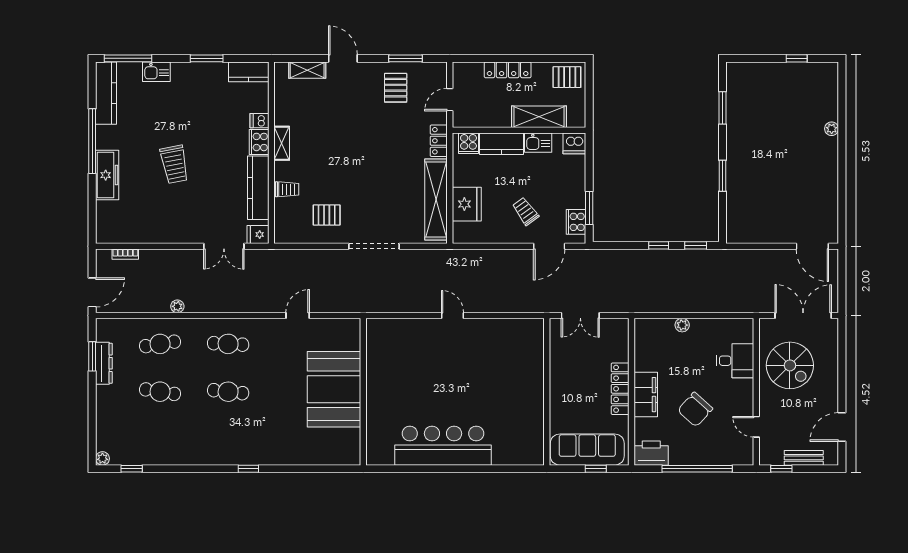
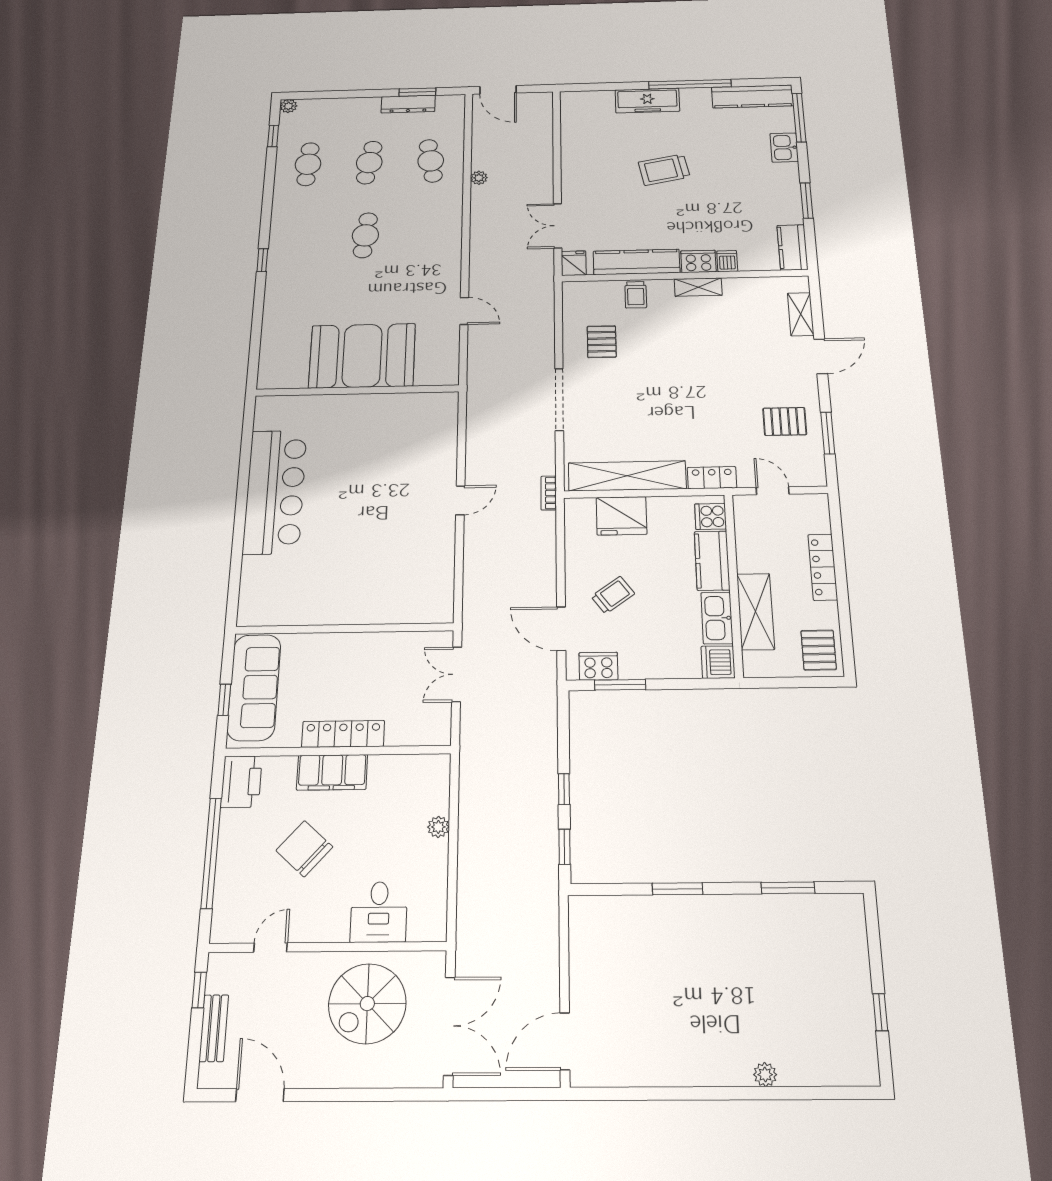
kitchen sink: (538, 143) -> (717, 618), width x1.38
bookcase: (125, 254) -> (549, 493), moved
cafe table: (228, 344) -> (308, 164), moved

